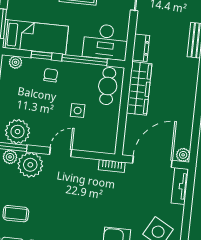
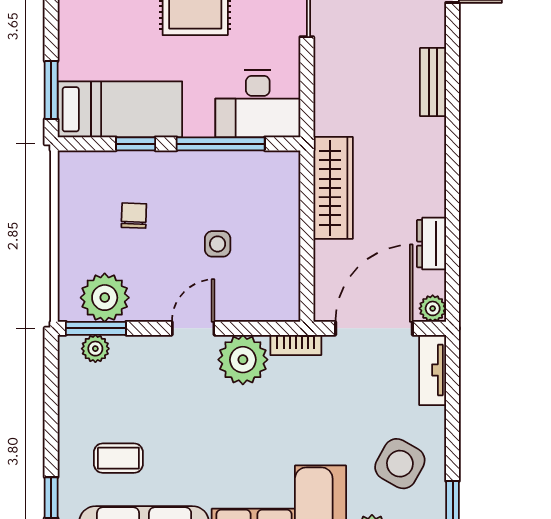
dresser: (141, 48) -> (431, 244), moved, turned 180
plant: (16, 62) -> (86, 163), removed
chair: (51, 75) -> (134, 216), moved
cafe table: (108, 86) -> (271, 190), removed
plant: (30, 165) -> (243, 360), moved

